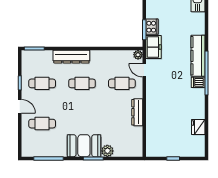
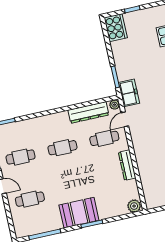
cooker: (152, 27) -> (123, 72), removed
dresser: (71, 57) -> (88, 112), moved
door: (144, 70) -> (125, 119), hinge flipped
plant: (107, 151) -> (134, 206), moved

